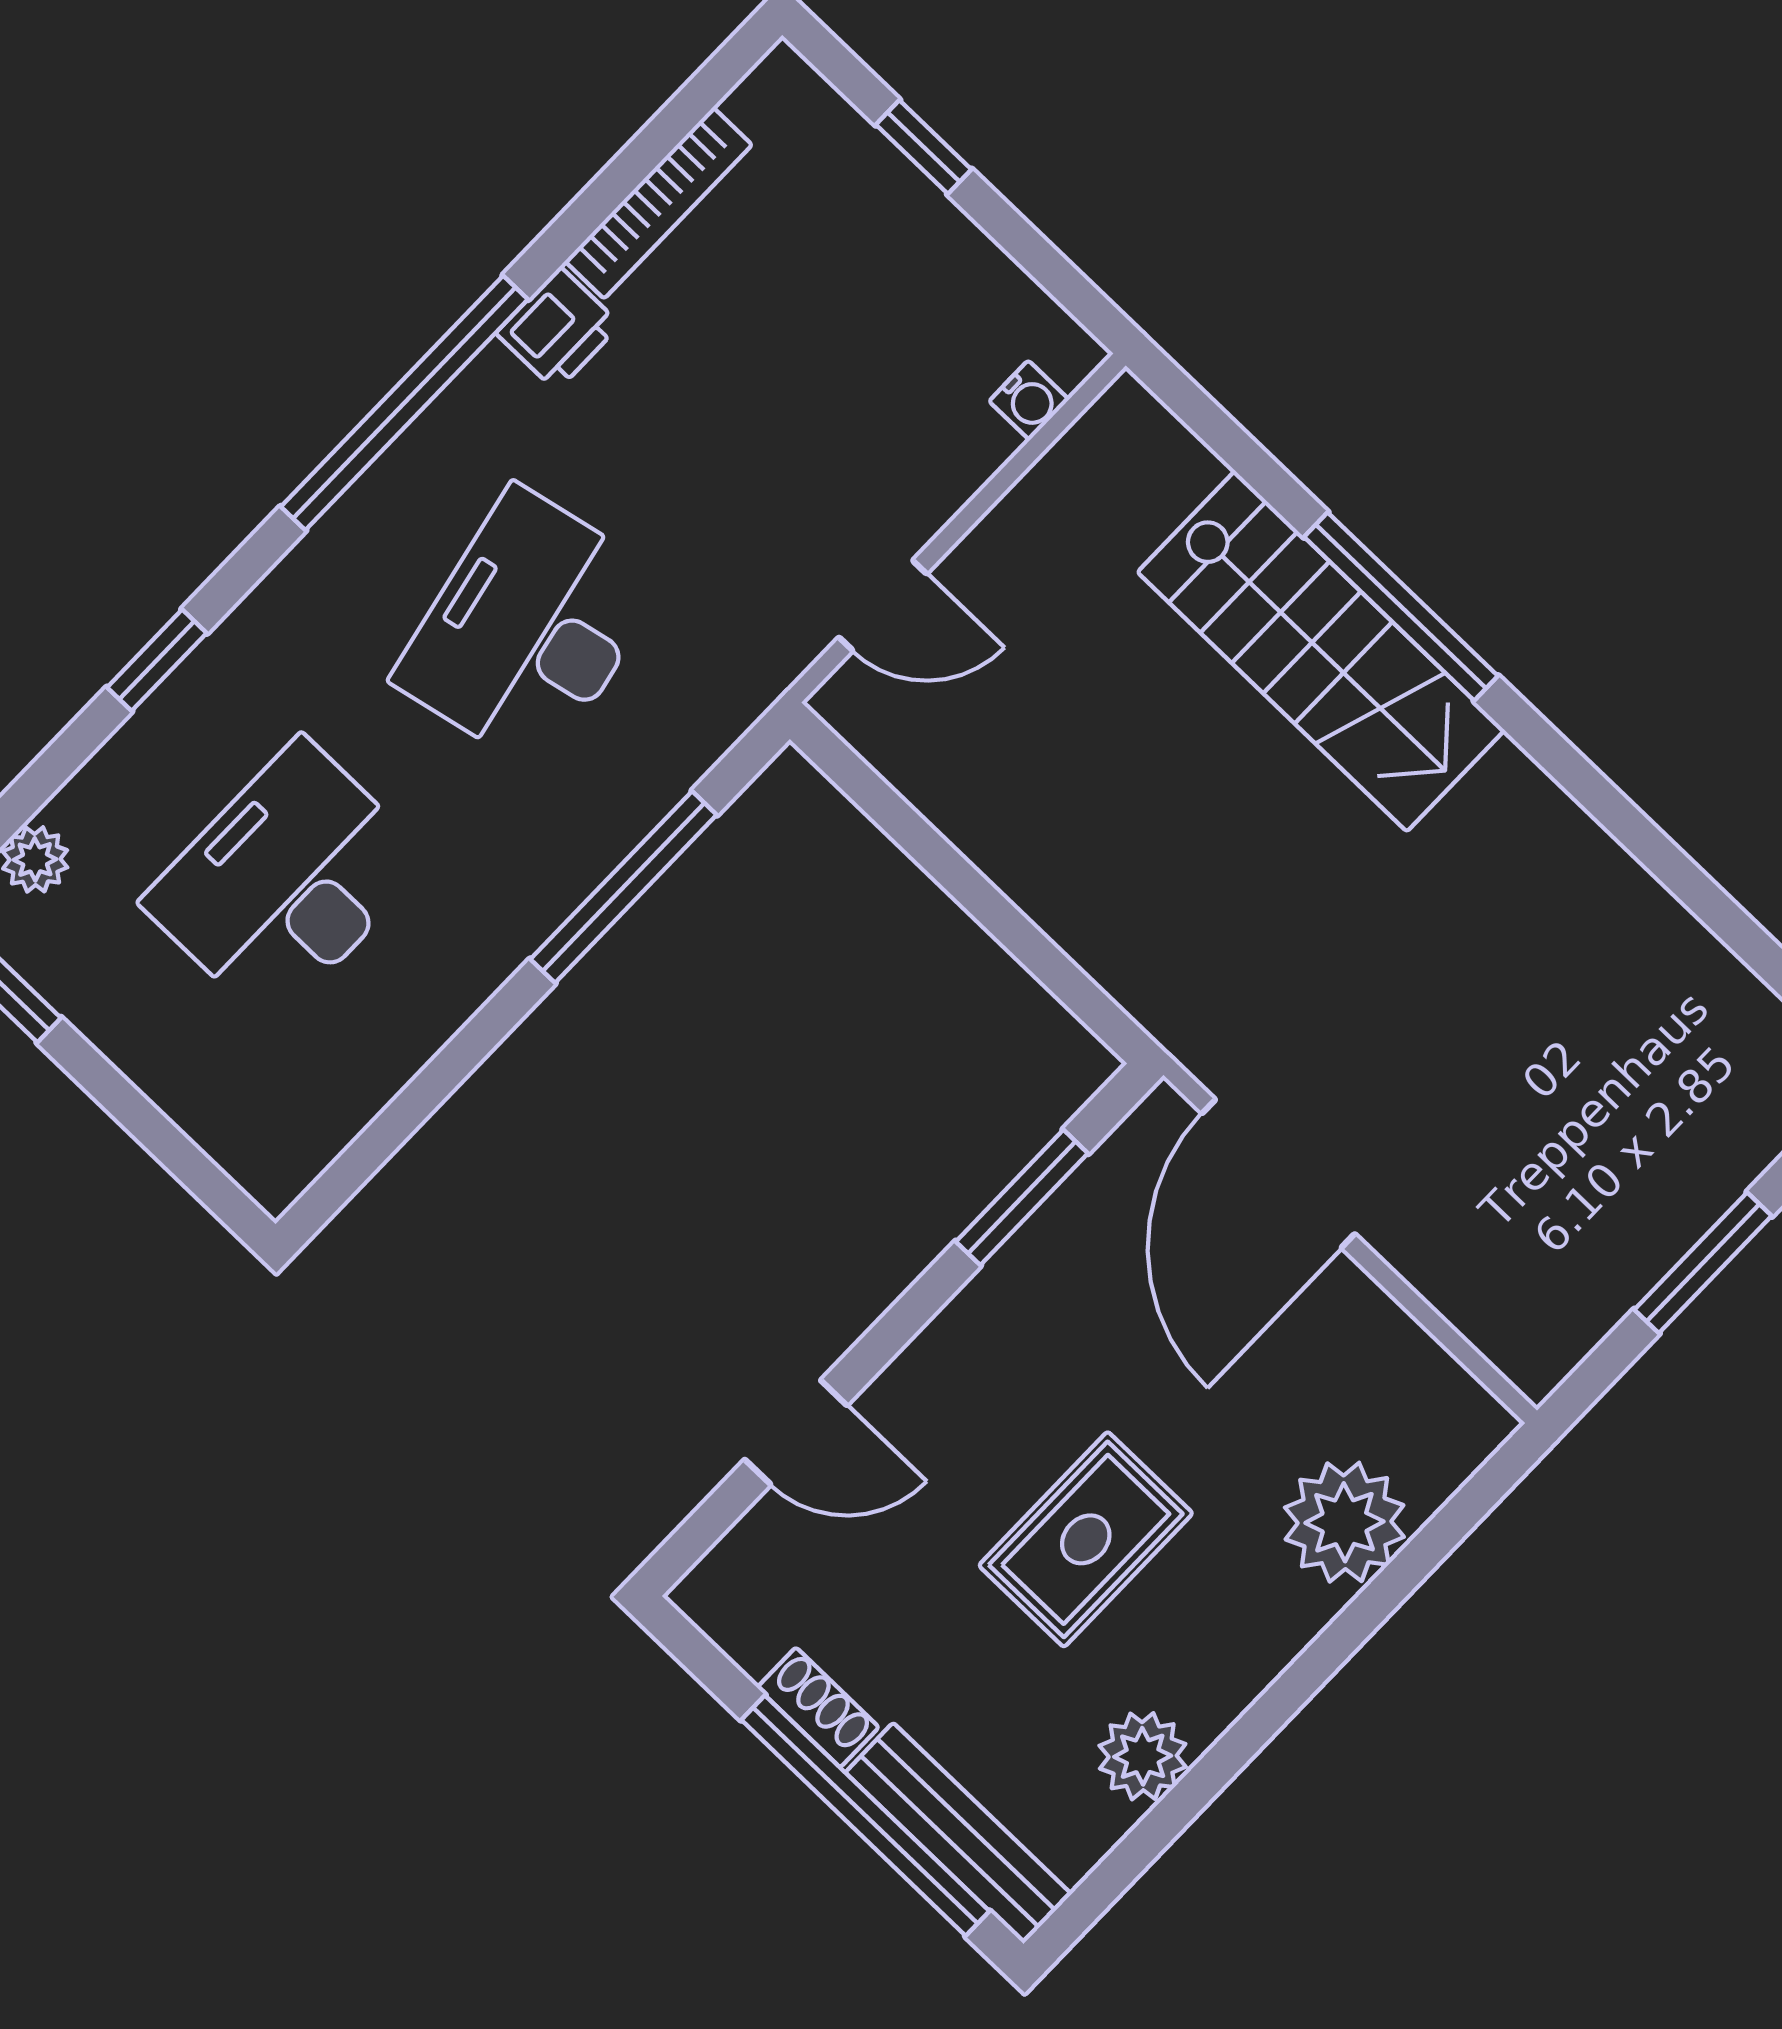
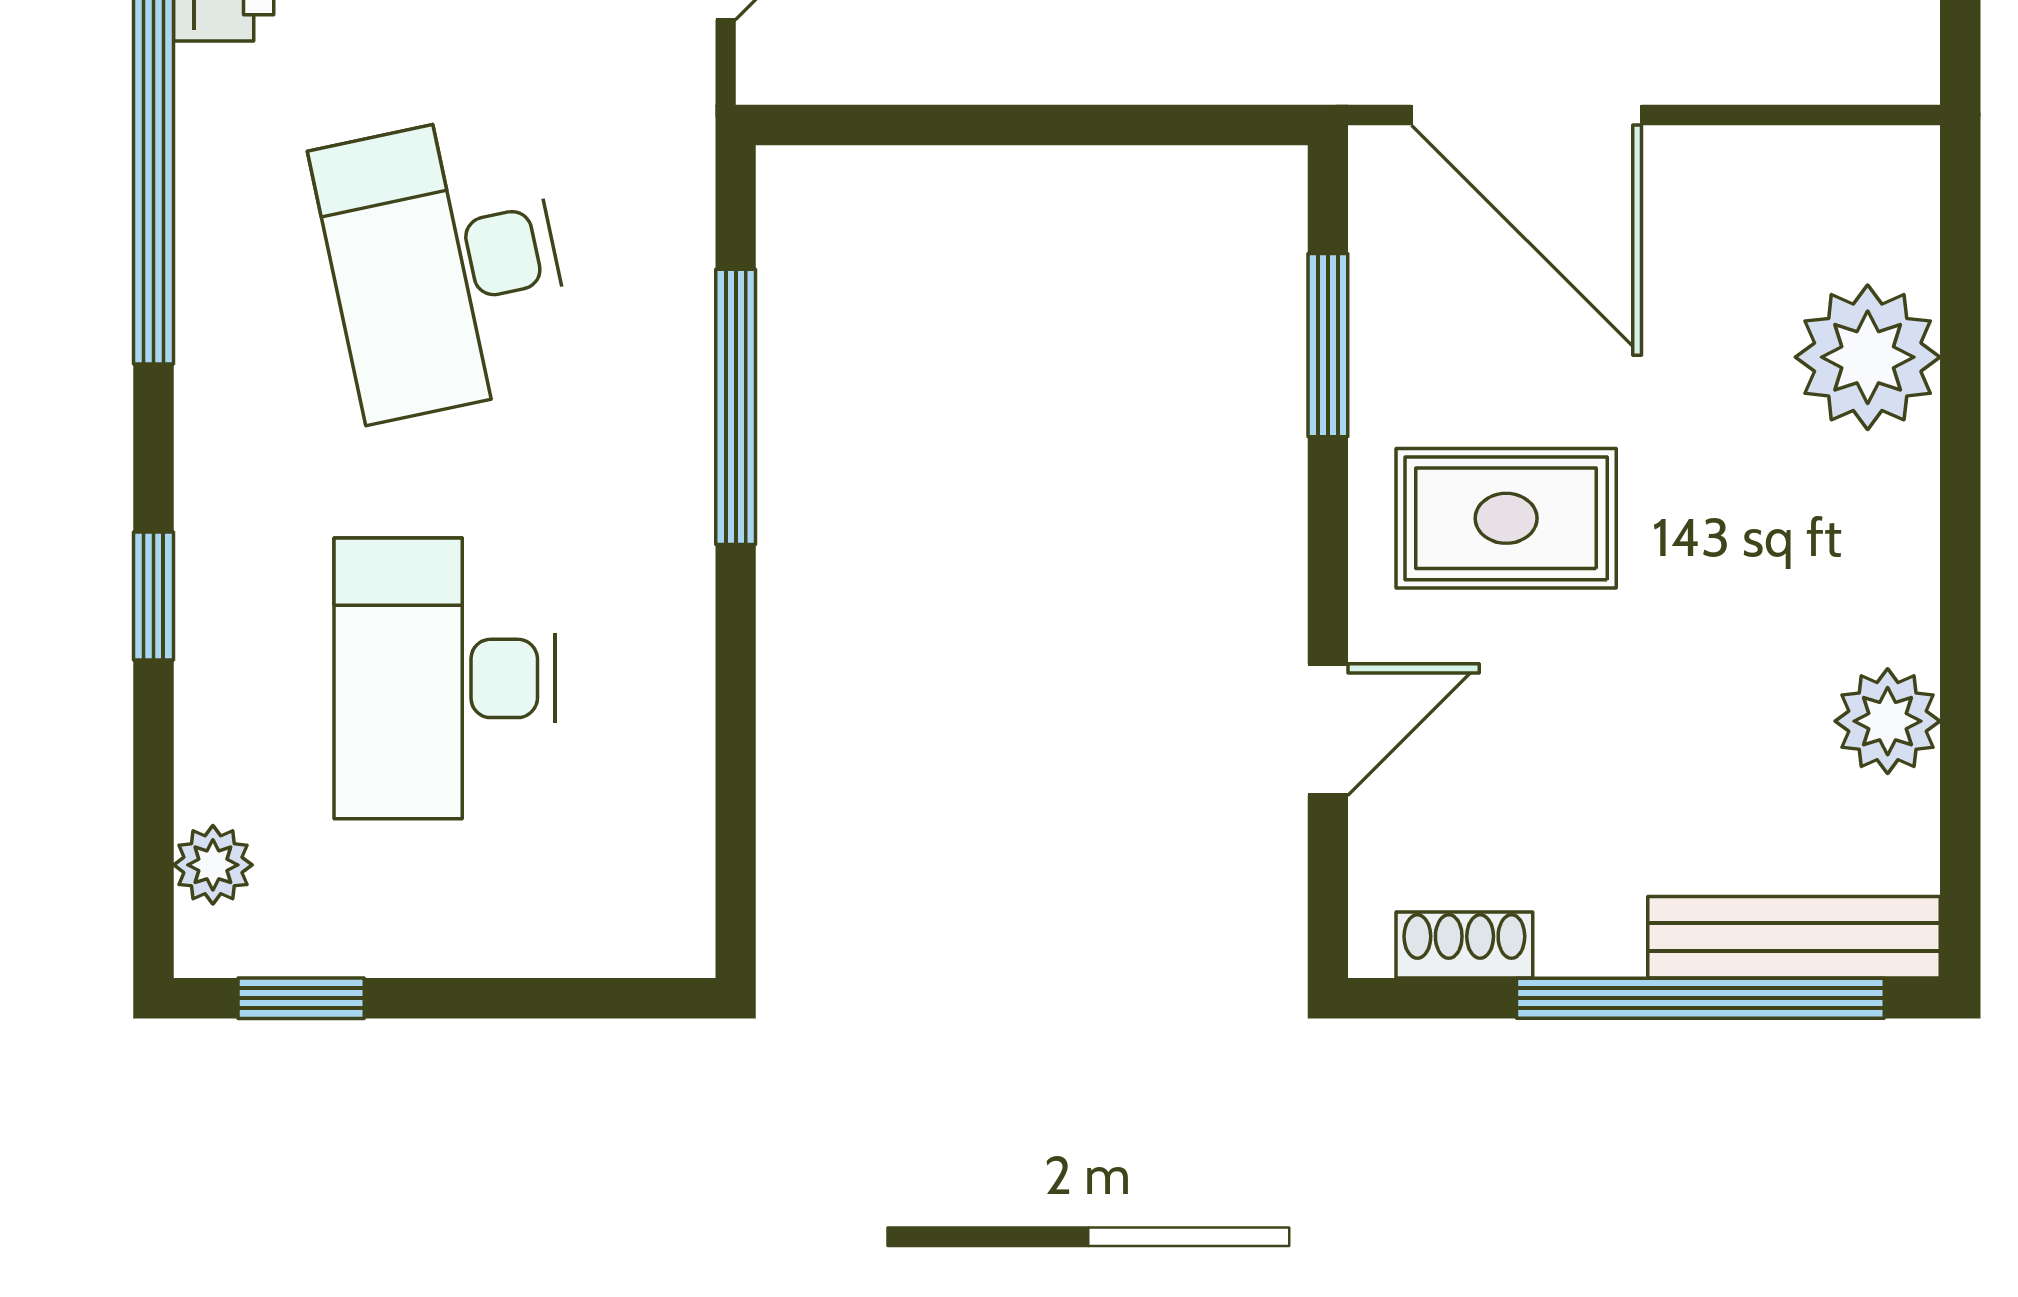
rug: (1086, 1539) -> (1506, 518), moved, turned 90
shoe rack: (818, 1707) -> (1464, 945), moved

